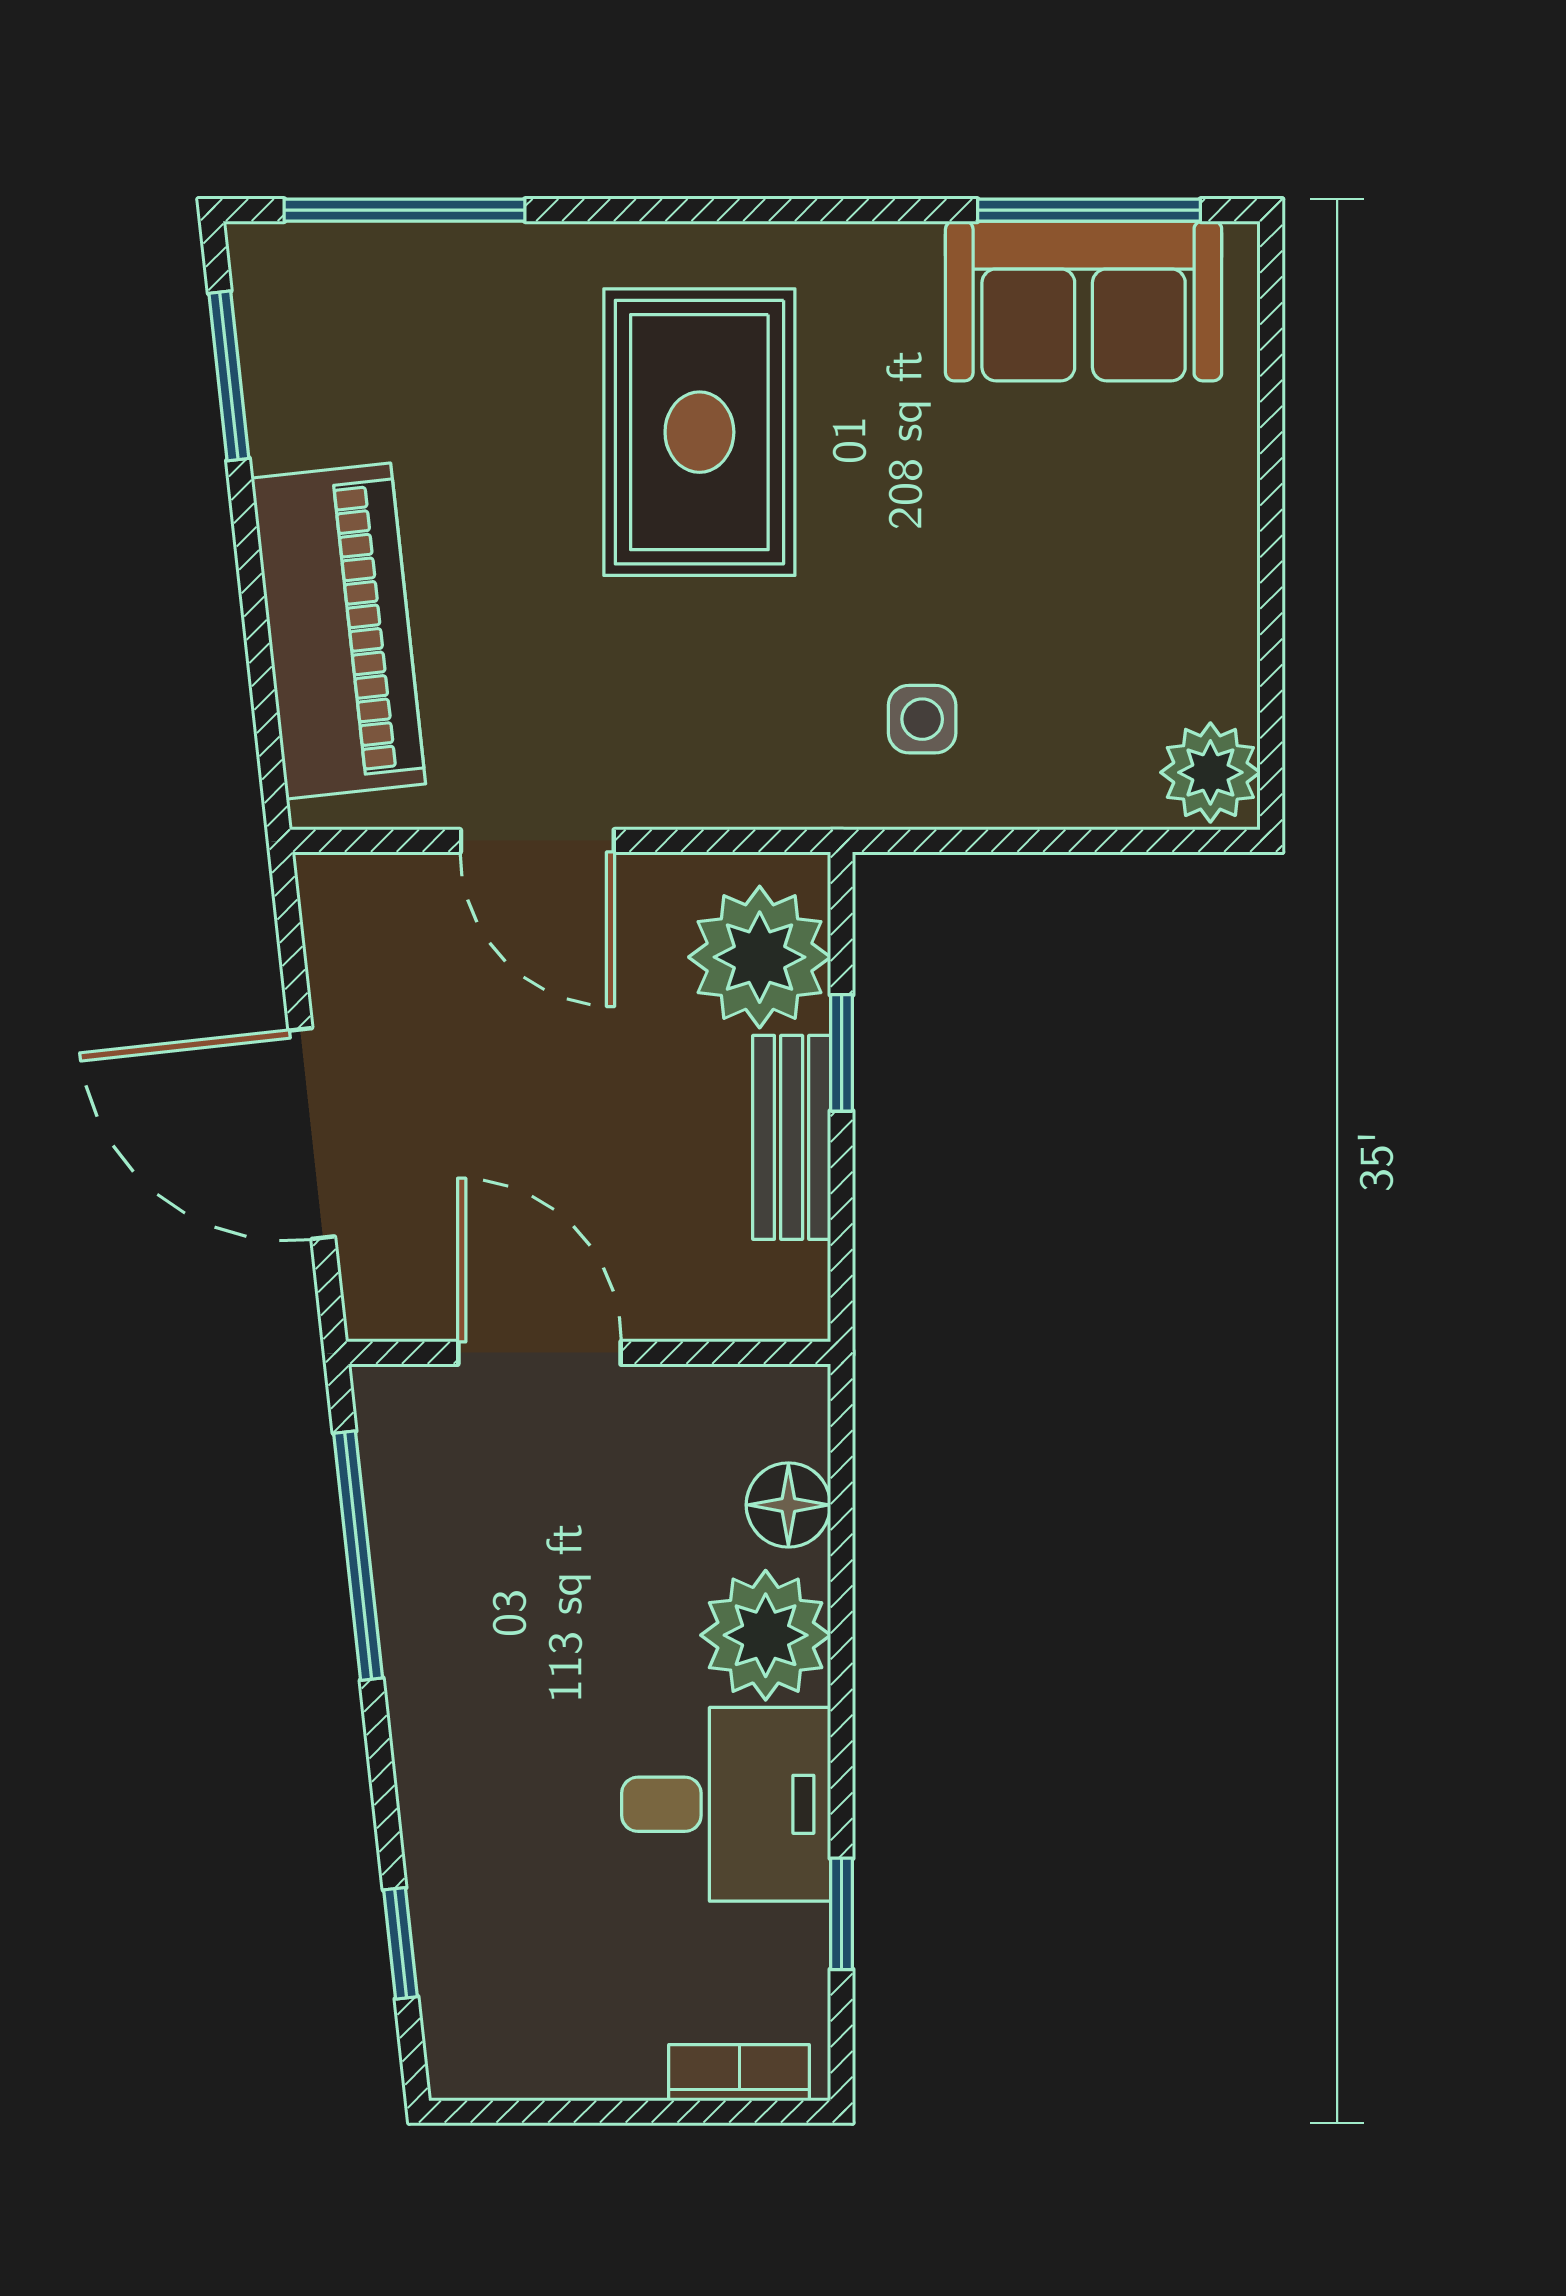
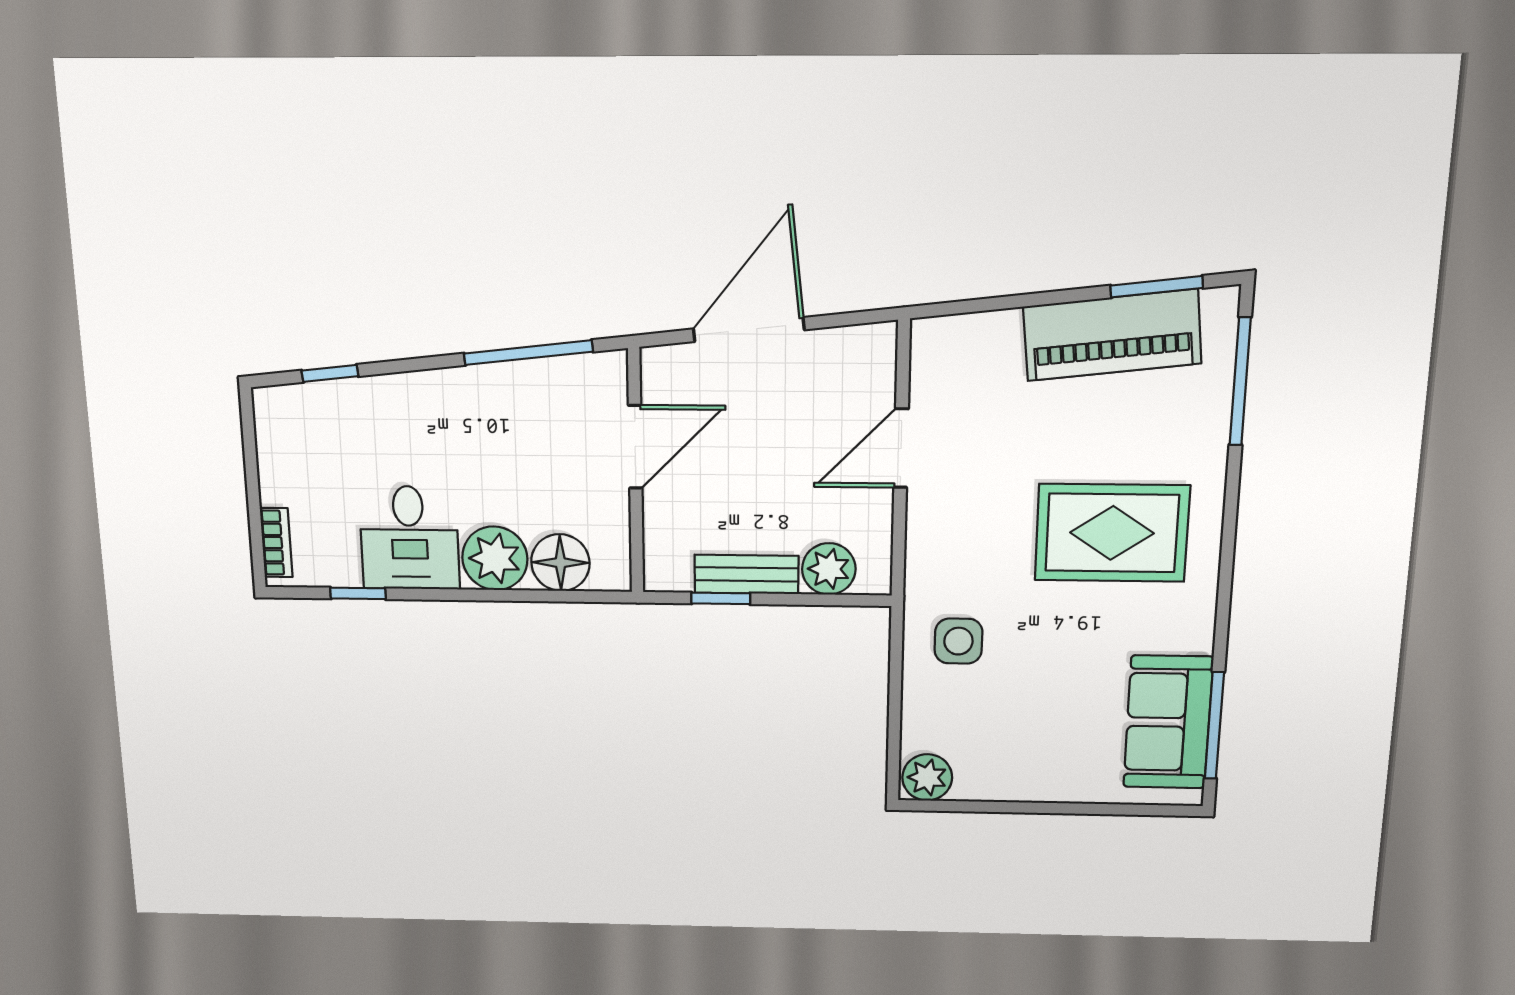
piano: (338, 631) -> (1112, 335), moved
side table: (922, 719) -> (958, 641), width x1.37, depth x1.37
plant: (760, 957) -> (829, 569), width x0.73, depth x0.73
window: (842, 1053) -> (721, 598), moved
floor lamp: (788, 1505) -> (560, 563), width x1.38, depth x1.38

